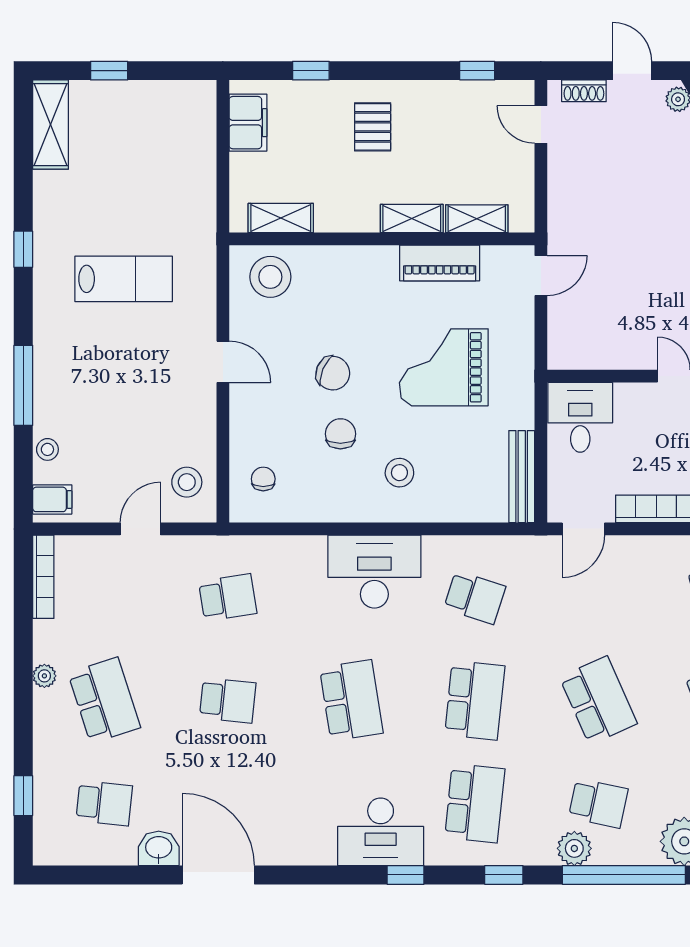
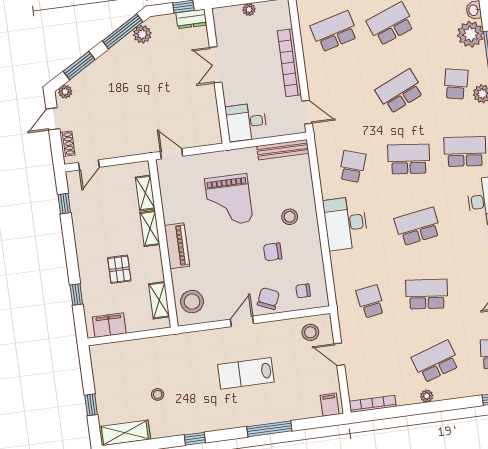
pallet: (373, 127) -> (119, 269), moved, turned 90
piano: (440, 263) -> (177, 246), moved
lab bench: (124, 279) -> (246, 373), moved, turned -90
chair: (333, 373) -> (268, 299), moved
stool: (47, 449) -> (158, 394), moved
school desk: (228, 700) -> (427, 294), width x1.85

